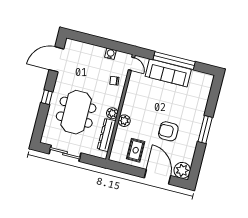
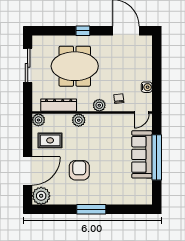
plant: (112, 113) -> (99, 105), moved
plant: (115, 156) -> (38, 120), added

